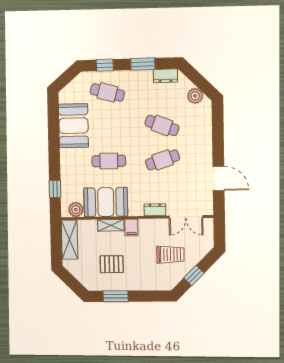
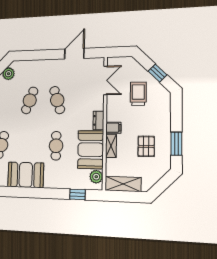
dresser: (155, 210) -> (98, 120), moved

